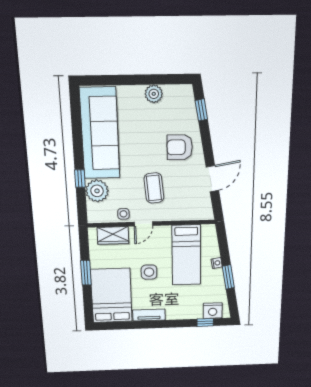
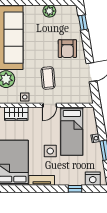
armchair: (180, 147) -> (67, 49), turned -90
door: (144, 224) -> (50, 105), moved
side table: (149, 272) -> (50, 151), moved
window: (205, 322) -> (75, 189), moved

